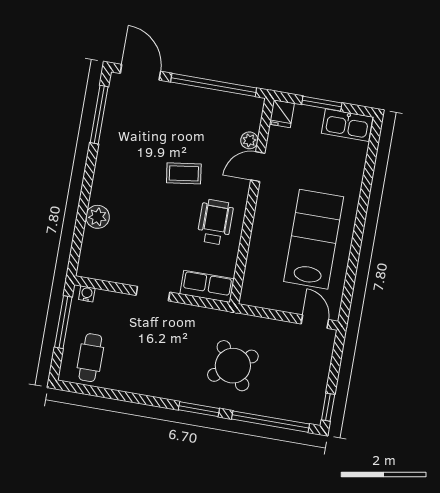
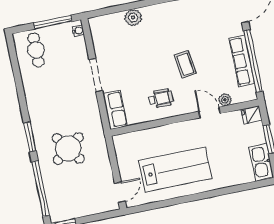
row of seats: (208, 99) -> (242, 61), added
wheelchair: (215, 222) -> (161, 98), width x0.73, depth x0.73
doorway: (153, 294) -> (96, 75), width x1.38
cafe table: (90, 358) -> (36, 50), turned 90

